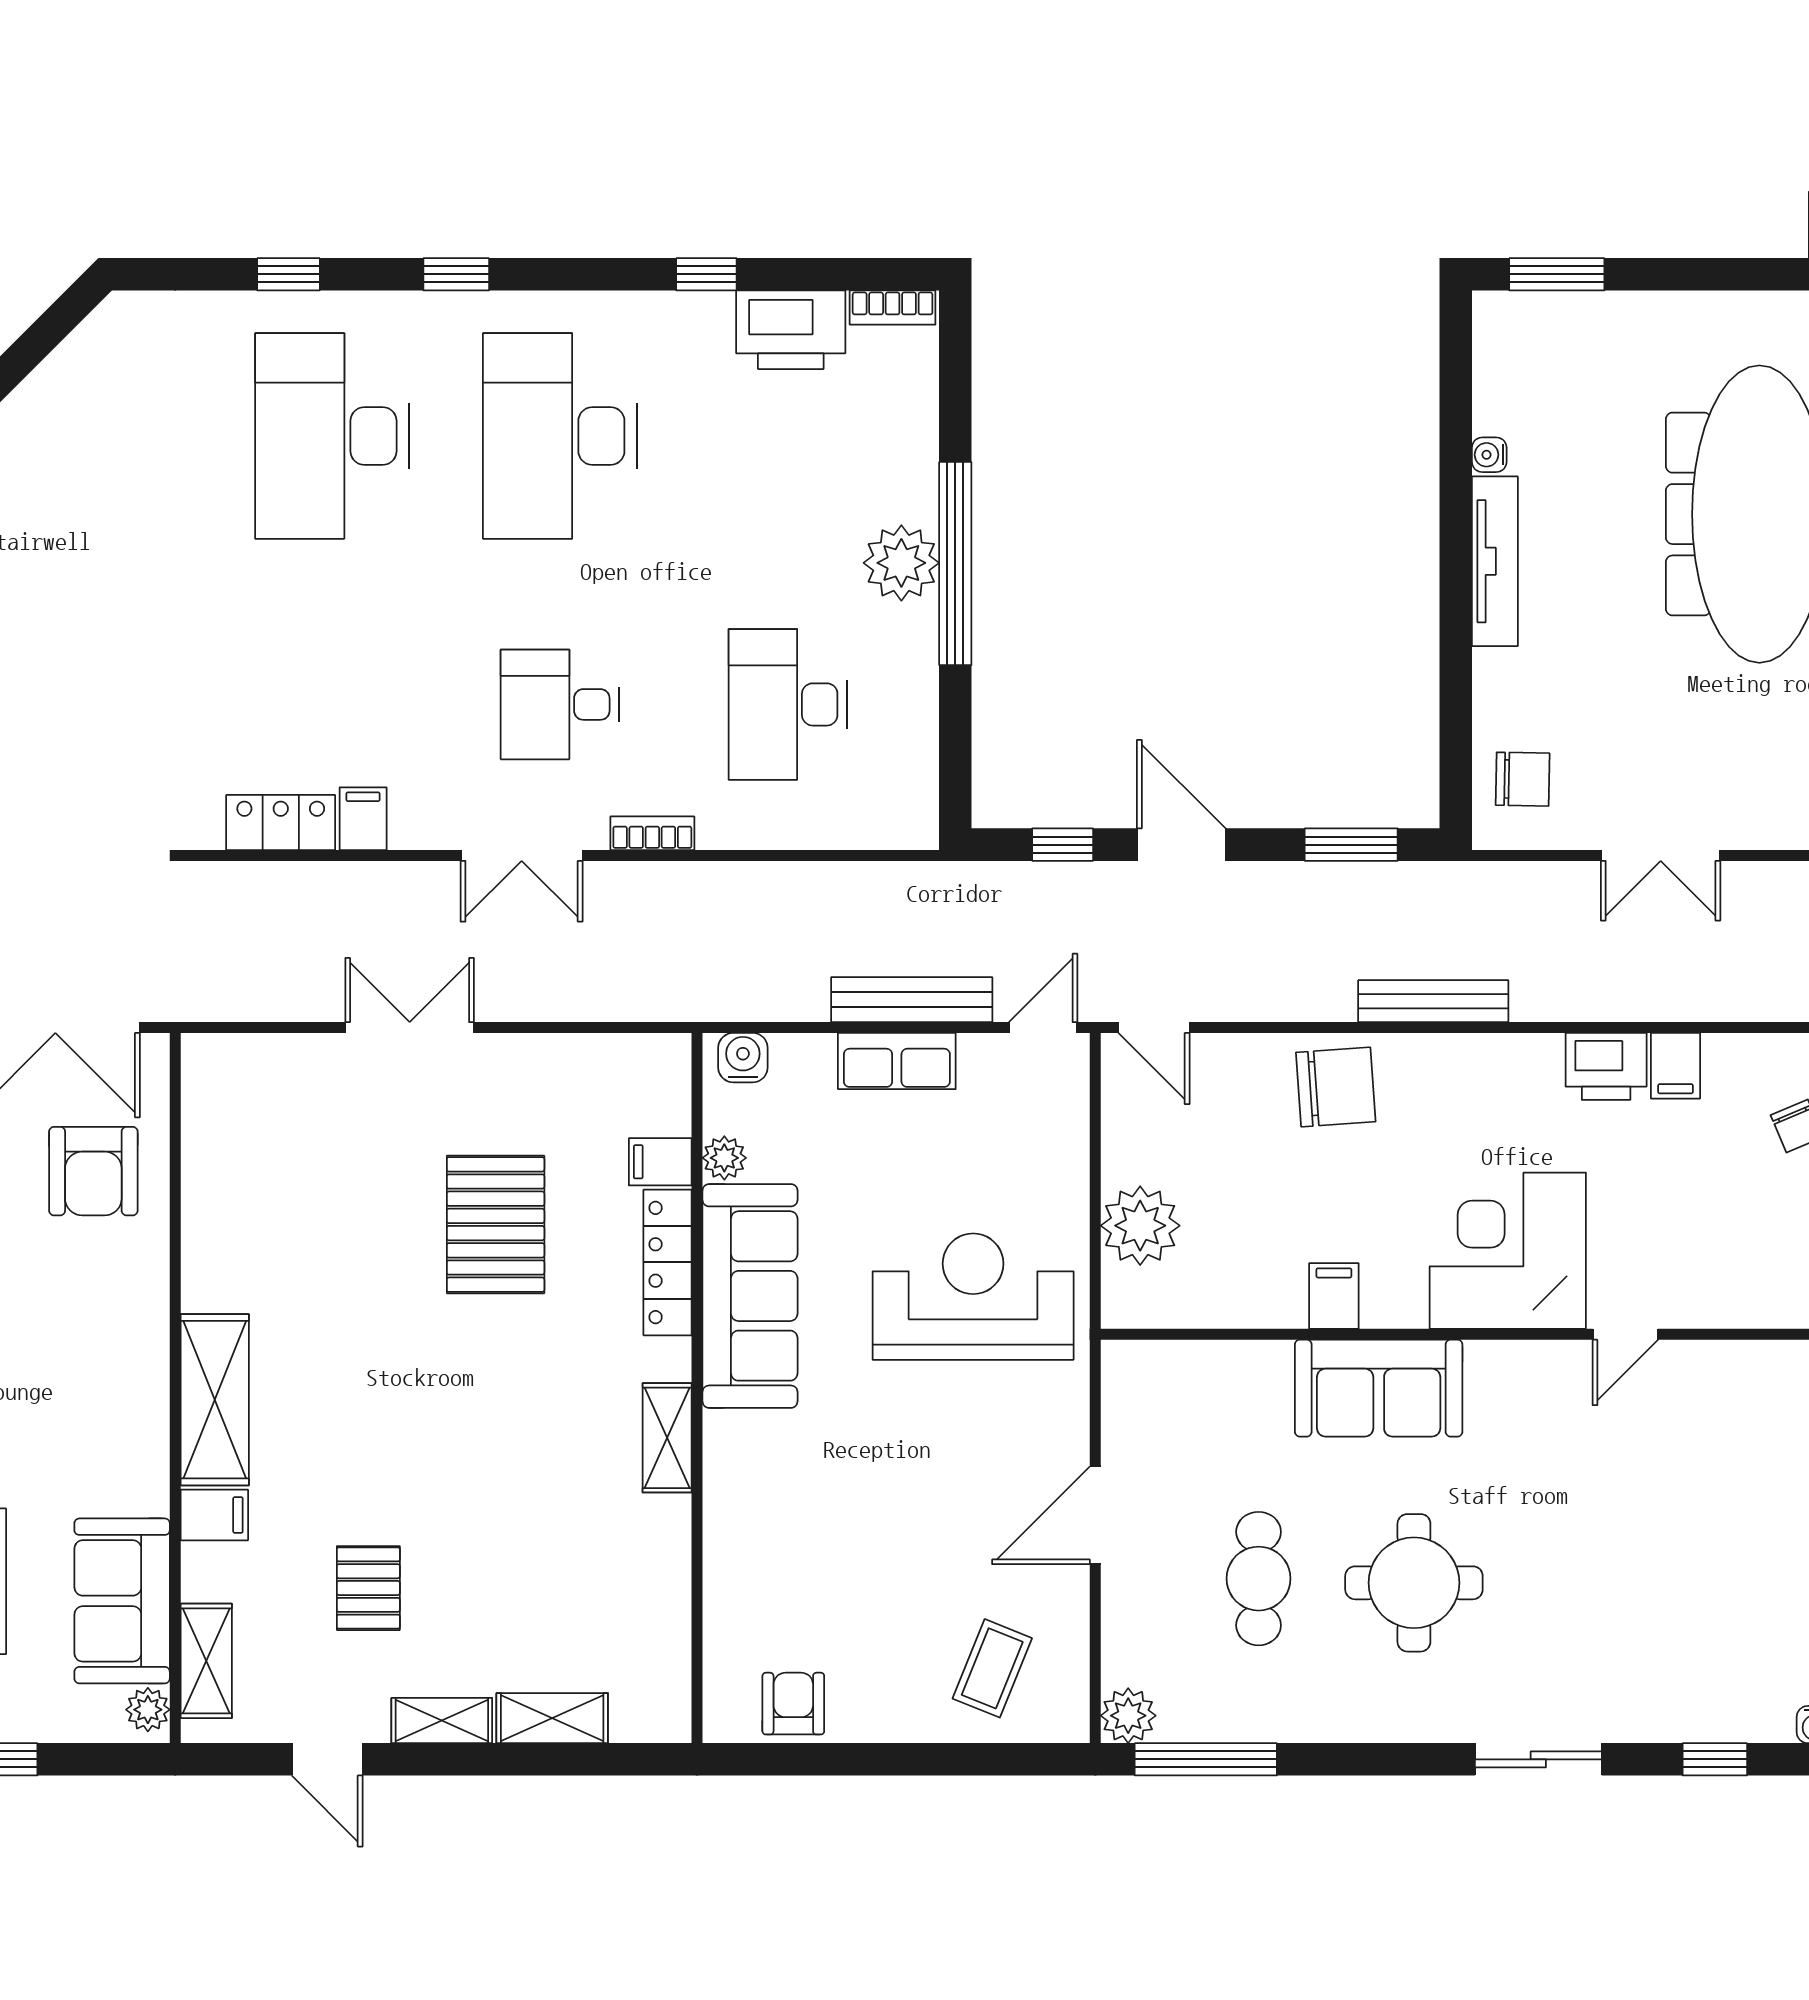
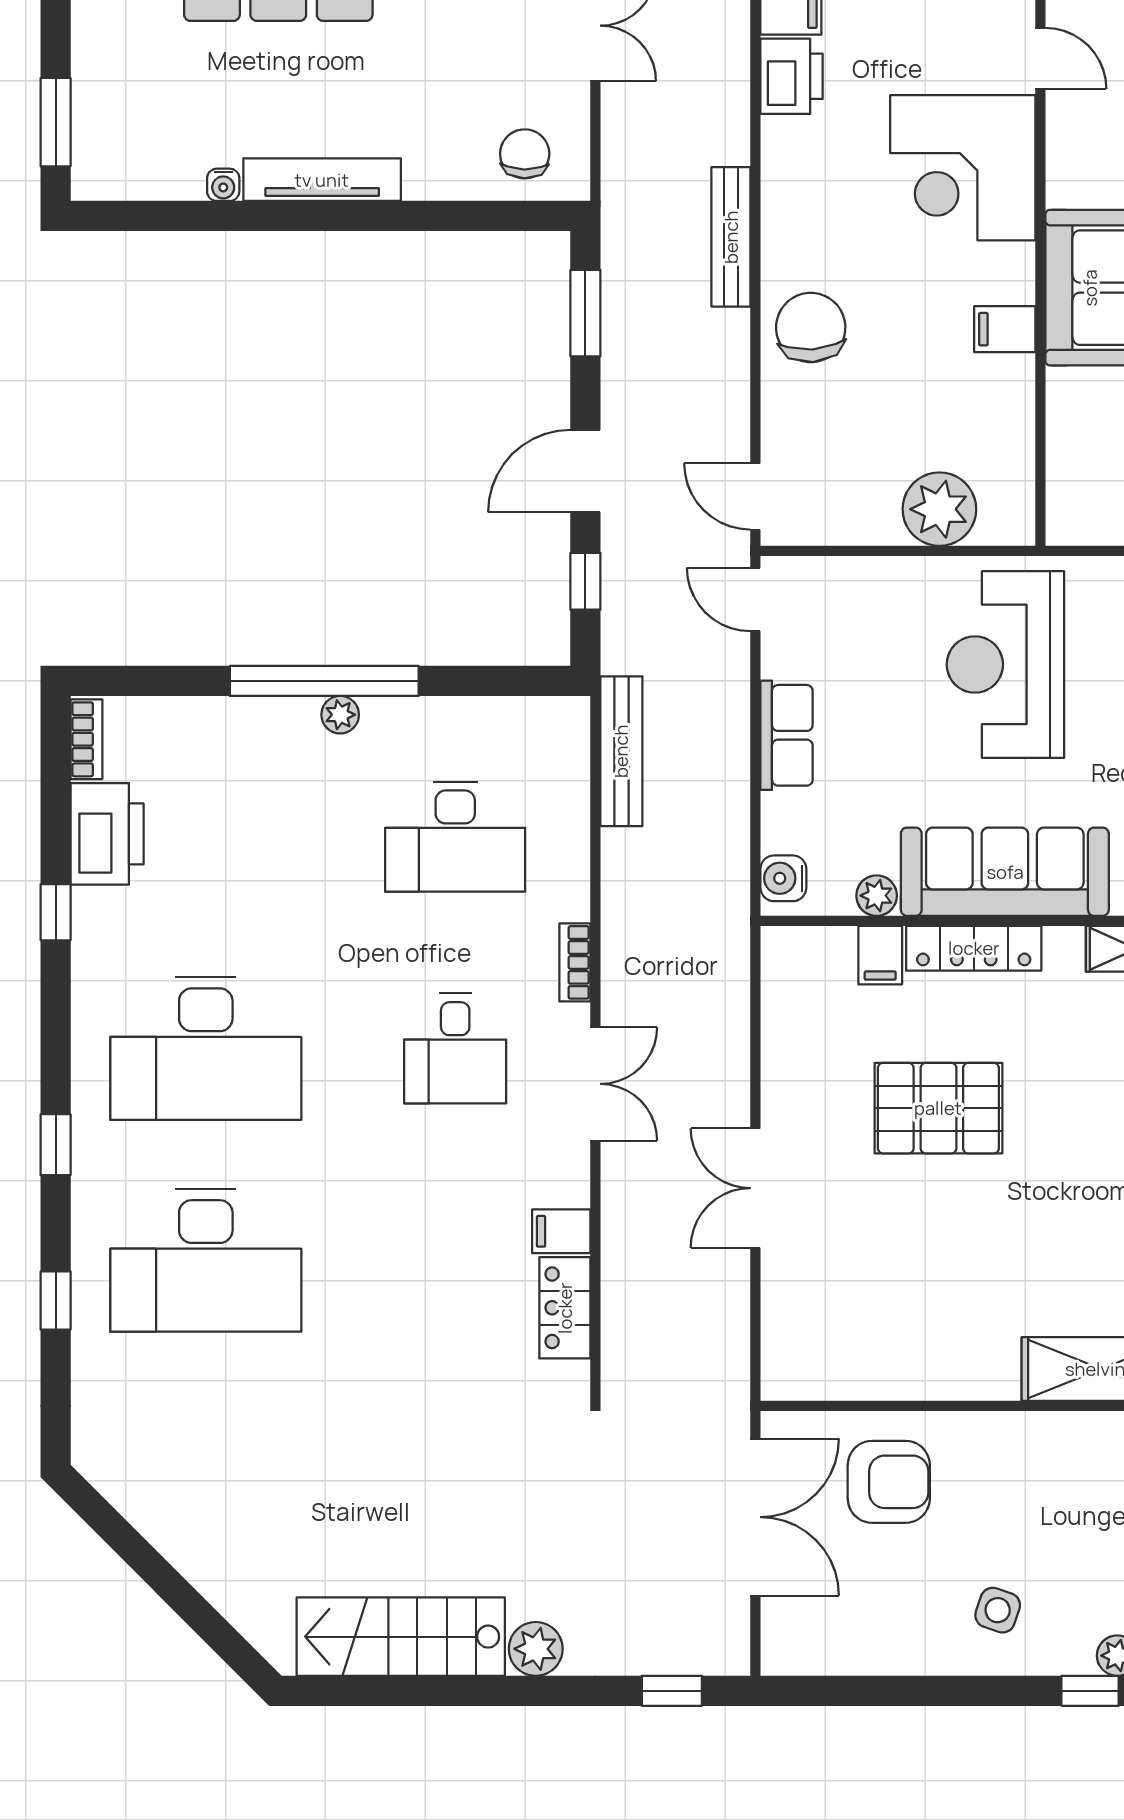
plant: (901, 563) -> (340, 715), width x0.53, depth x0.53
bench: (912, 1000) -> (621, 751), moved
door: (1154, 1028) -> (755, 496), swing flipped

